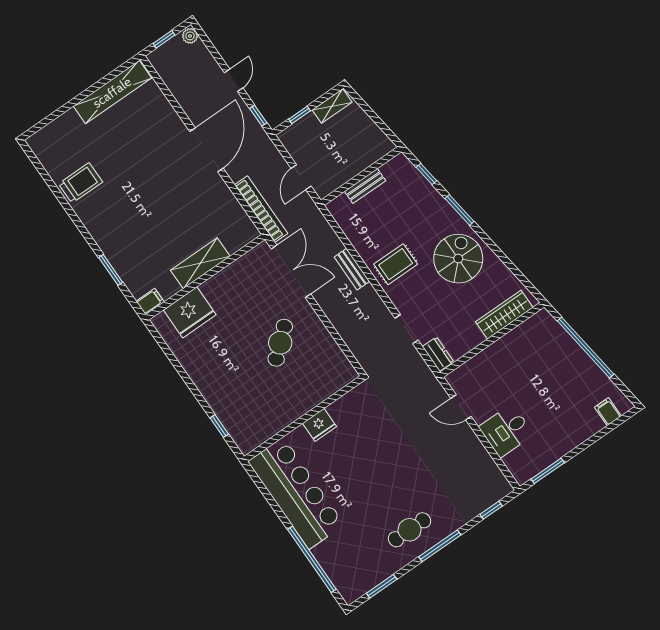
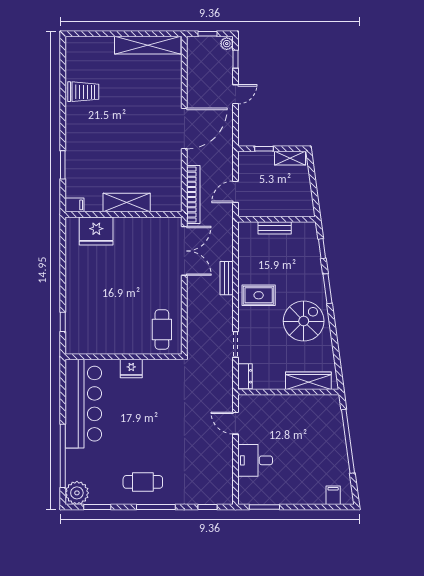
window: (258, 116) -> (235, 59), moved
cafe table: (280, 343) -> (162, 330), moved, turned -49
plant: (352, 586) -> (77, 493), added

